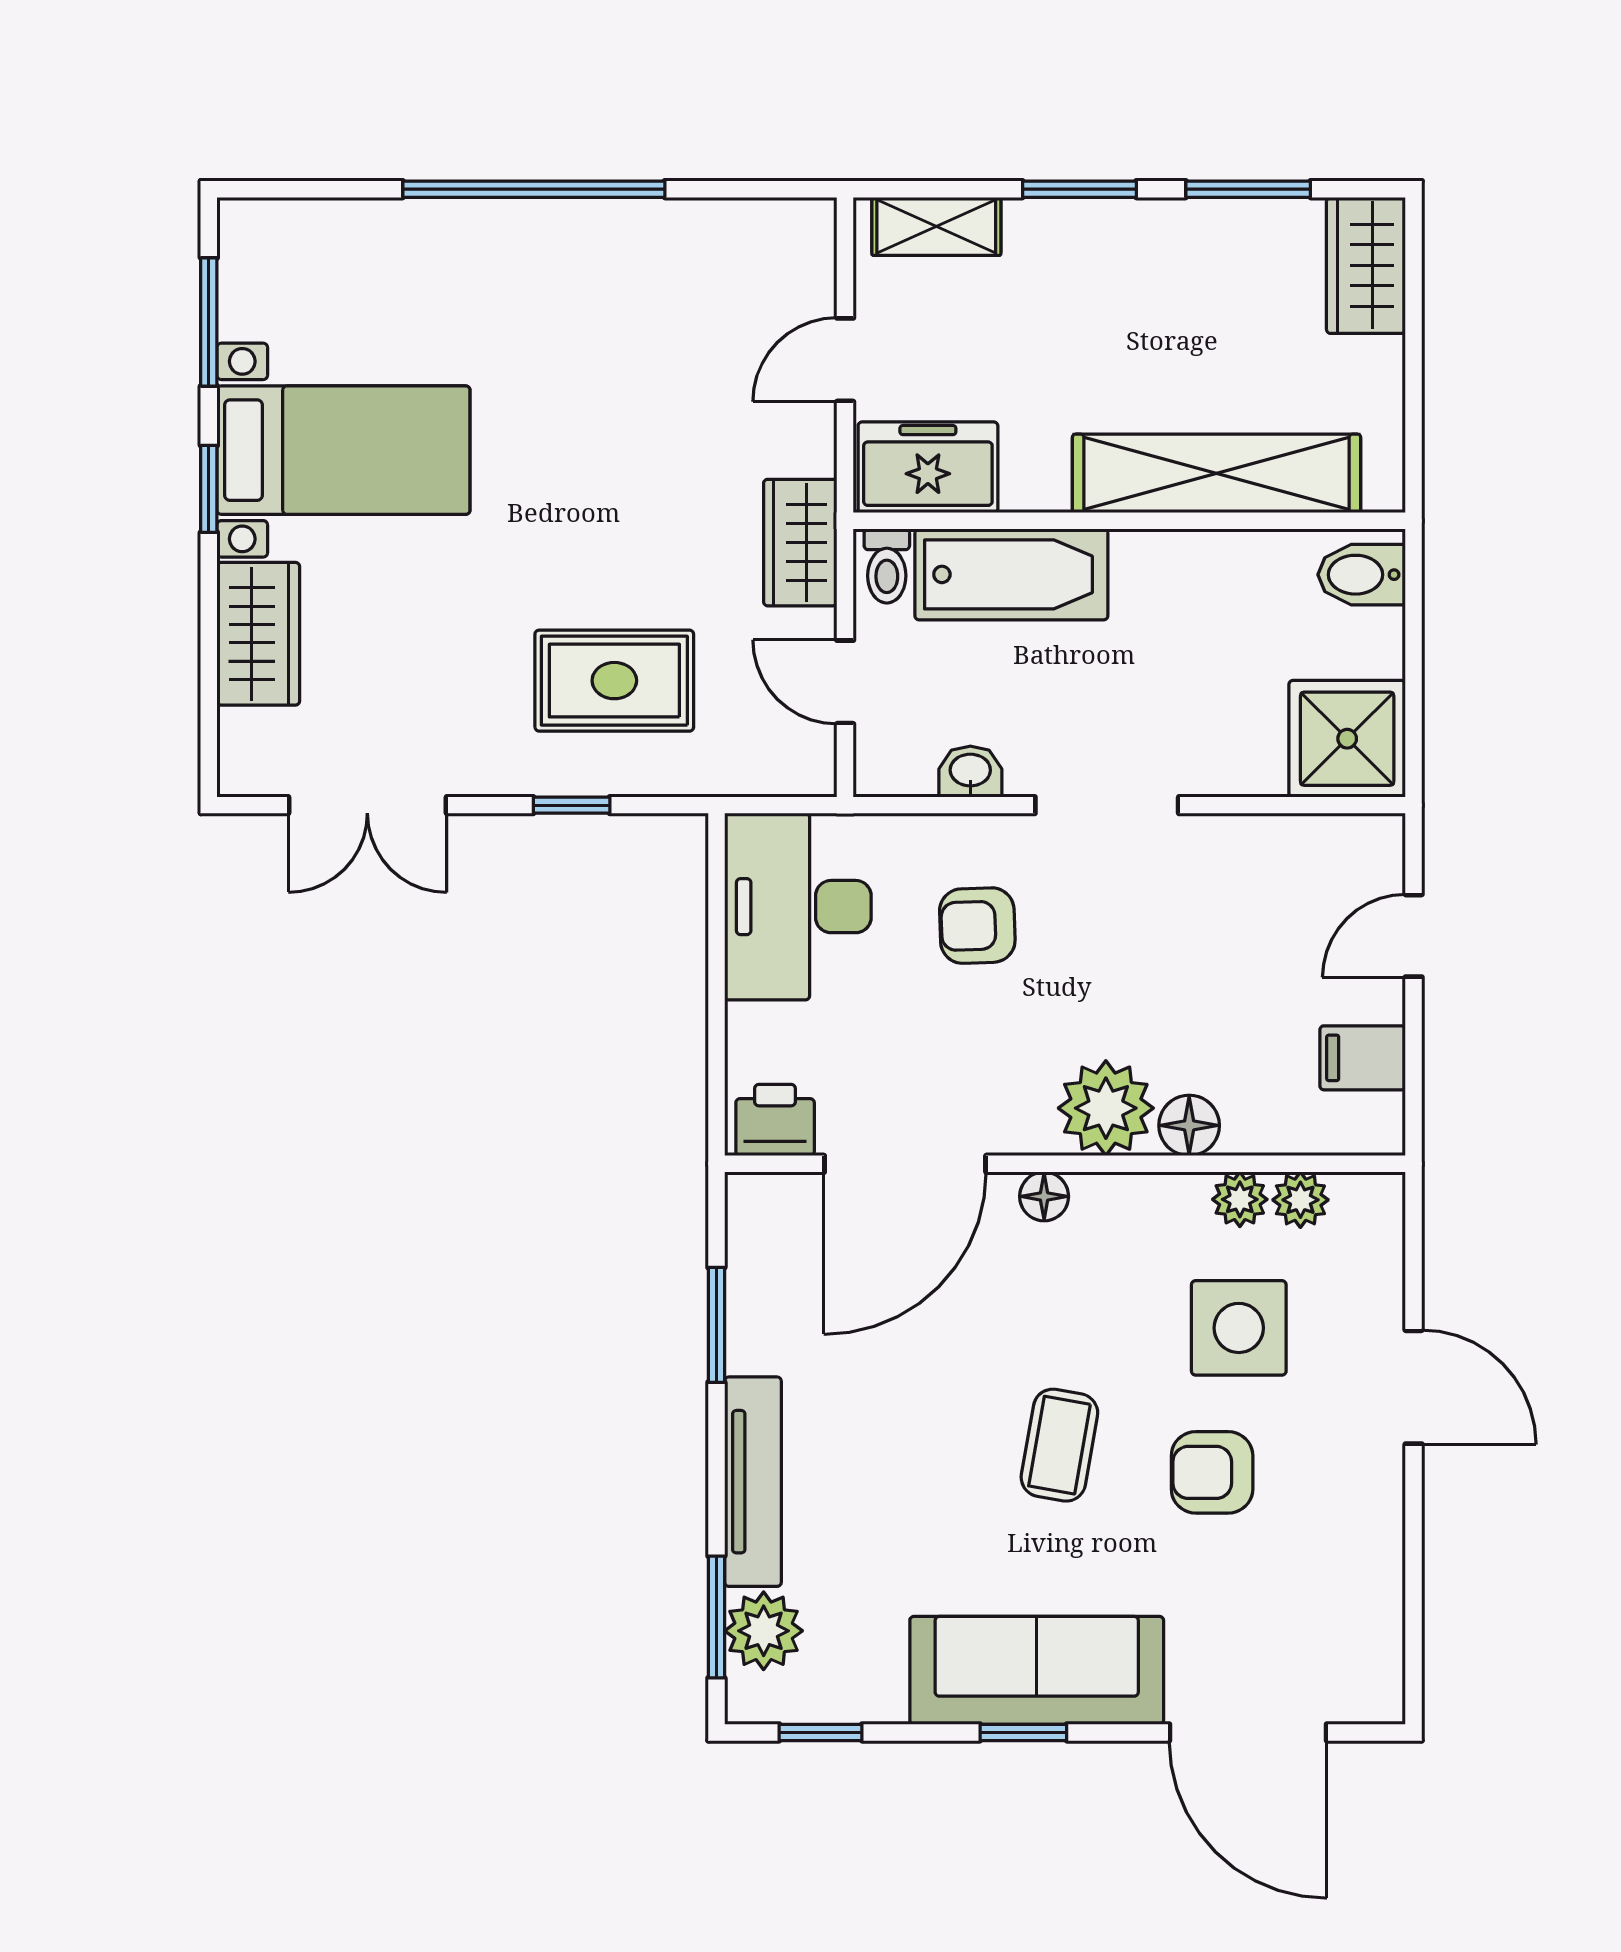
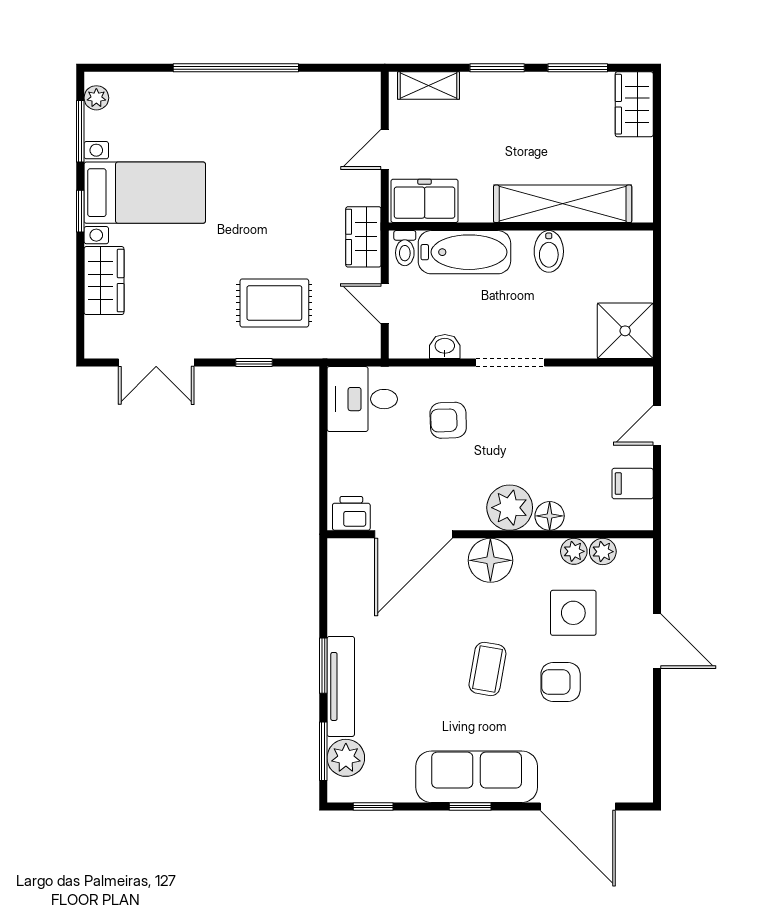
plant: (242, 252) -> (96, 98), added
bidet: (1362, 575) -> (549, 251), moved, turned -90
desk: (798, 907) -> (362, 399), width x0.73
floor lamp: (1044, 1196) -> (490, 560), width x1.89, depth x1.89
window: (716, 1325) -> (323, 666), moved

